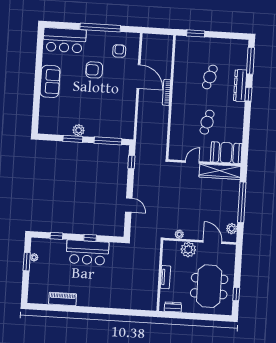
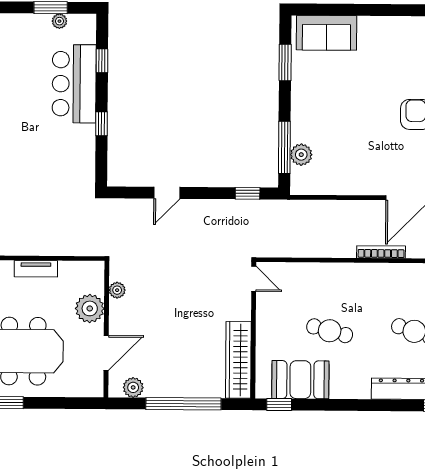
sofa: (50, 81) -> (326, 33), moved
window: (248, 94) -> (279, 404), moved
plant: (79, 130) -> (301, 155), moved
window: (73, 139) -> (285, 63), moved
booth: (226, 153) -> (300, 380), moved, turned 90
door: (192, 162) -> (254, 279), moved
bar counter: (87, 253) -> (74, 84), moved

